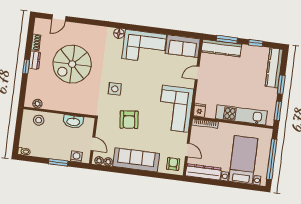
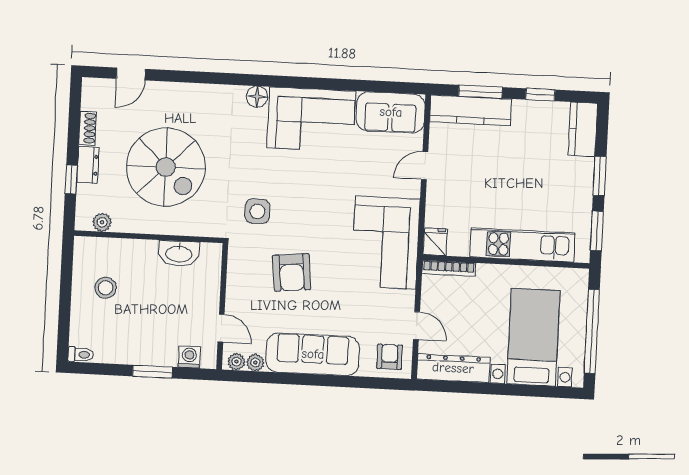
spiral stairs: (72, 64) -> (166, 167), turned -90
kitchen counter: (274, 68) -> (583, 129), width x0.67
plant: (37, 104) -> (102, 222), moved
wall: (59, 112) -> (148, 237), moved
washbasin: (73, 122) -> (179, 253), moved

